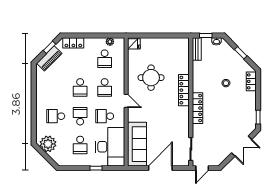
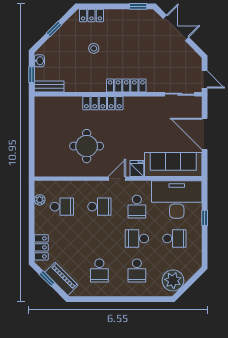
fridge: (134, 44) -> (137, 168), moved
school desk: (80, 87) -> (99, 270), moved, turned 90

